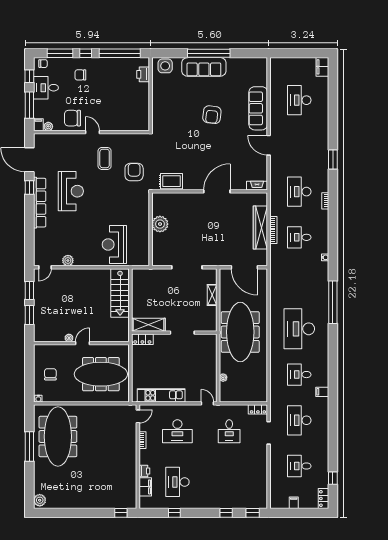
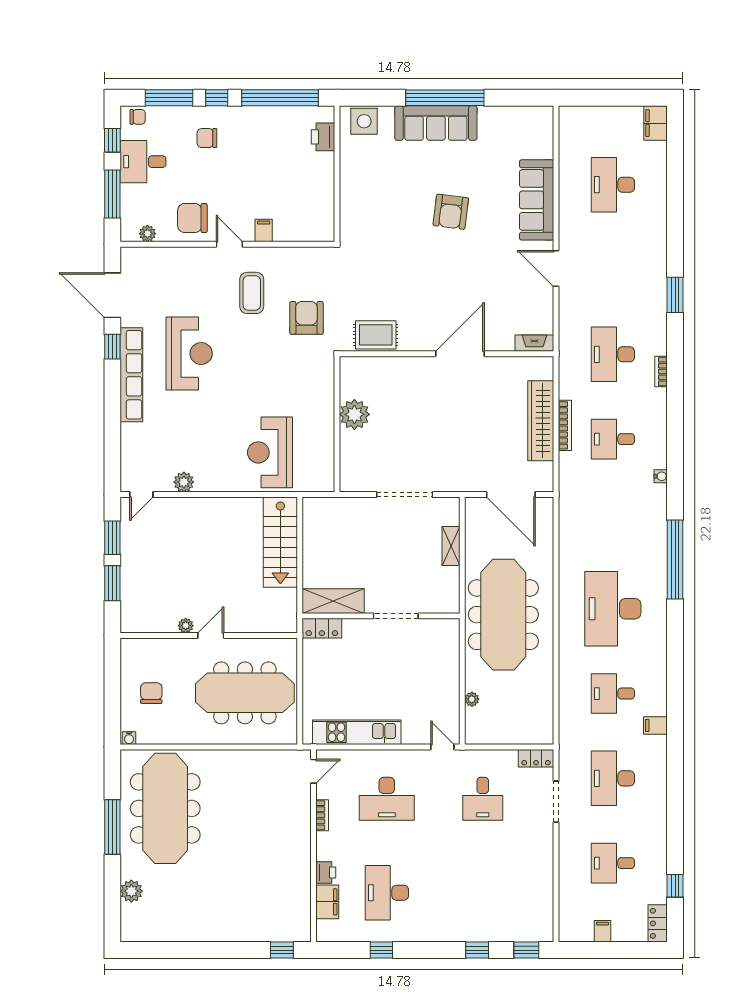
filing cabinet: (38, 125) -> (264, 230), moved
plant: (40, 500) -> (131, 891), moved

